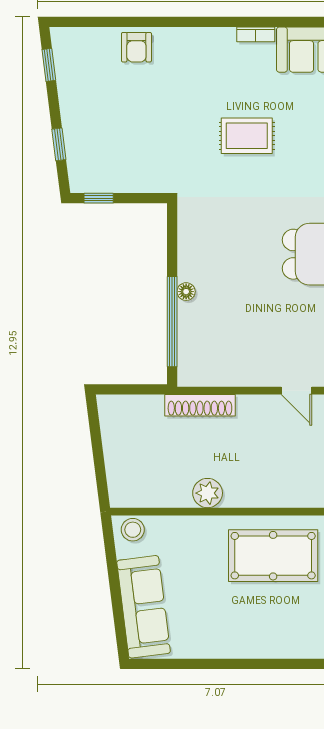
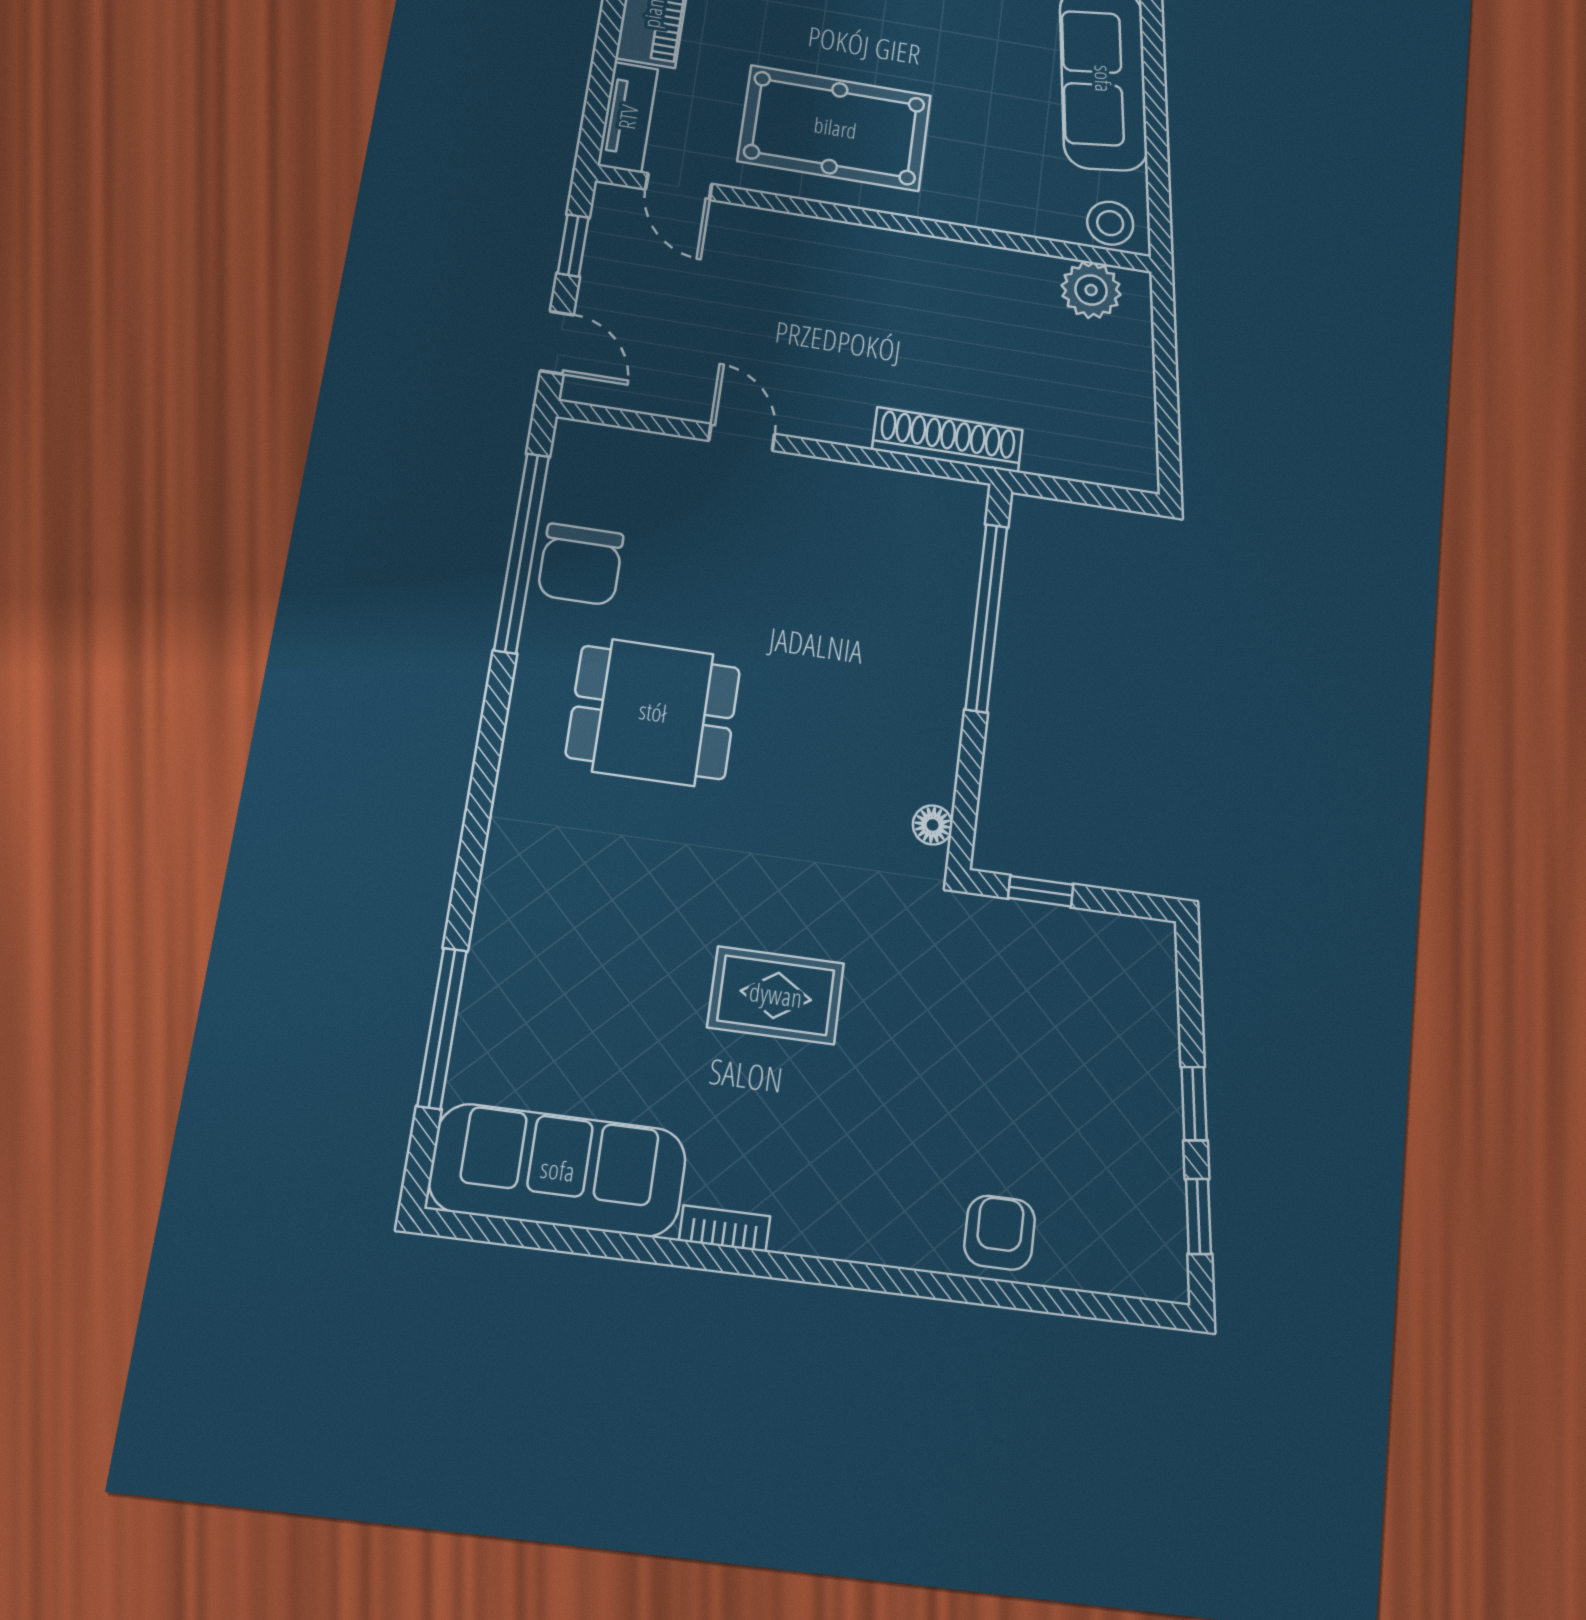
window: (59, 144) -> (1194, 1104), moved
window: (99, 198) -> (1041, 891), moved
floor lamp: (186, 292) -> (933, 825), moved
plant: (208, 493) -> (1091, 290), moved

